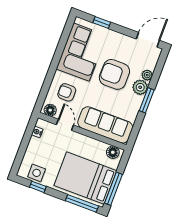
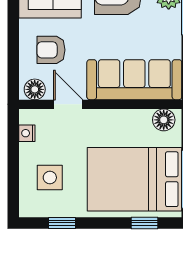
side table: (37, 173) -> (50, 178), moved
window: (82, 203) -> (145, 223), width x0.46

